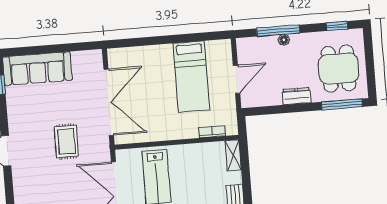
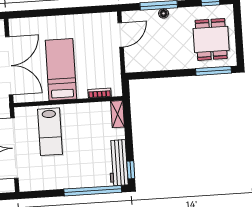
bed: (191, 77) -> (61, 70), moved, turned 180
door: (236, 79) -> (121, 35), moved
dresser: (297, 96) -> (174, 63), removed

